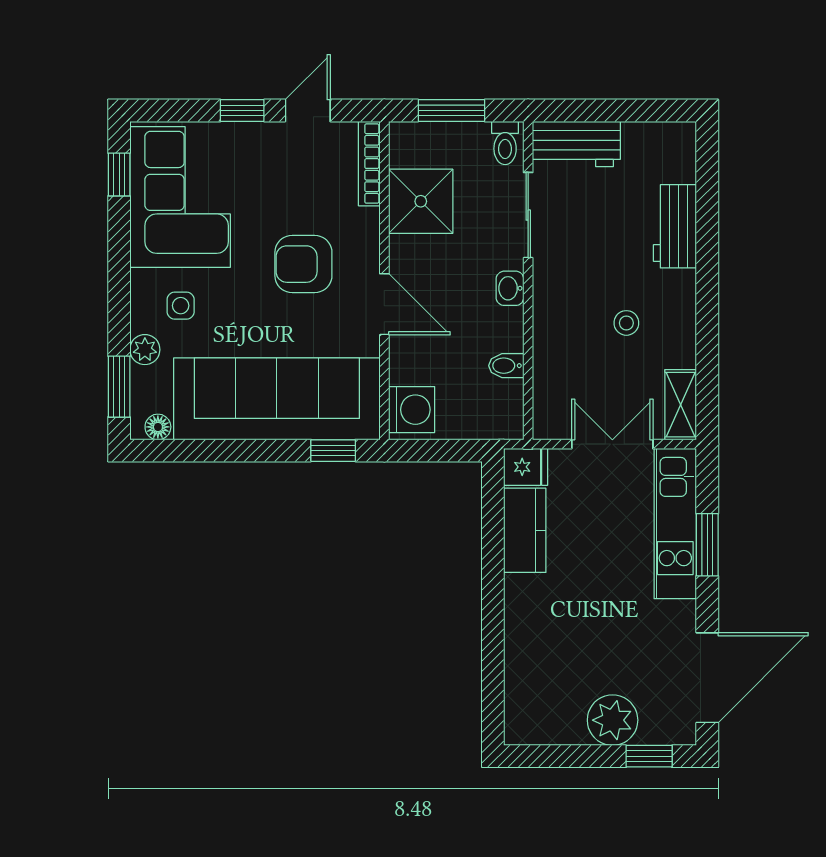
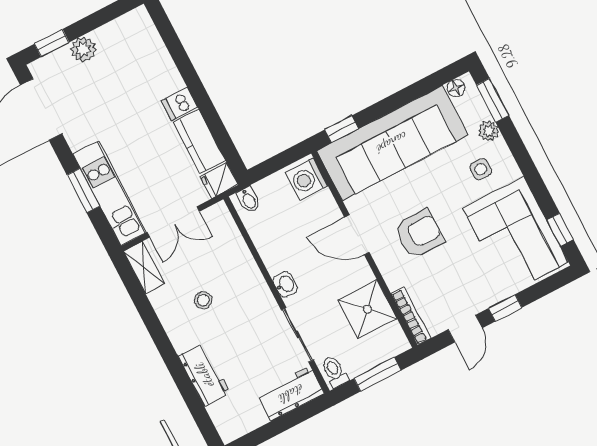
bidet: (506, 366) -> (249, 200), moved, turned 90
dishwasher: (525, 592) -> (179, 104), added
plant: (613, 720) -> (83, 49), width x0.73, depth x0.73

